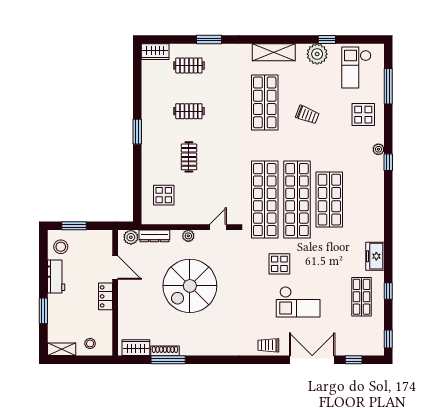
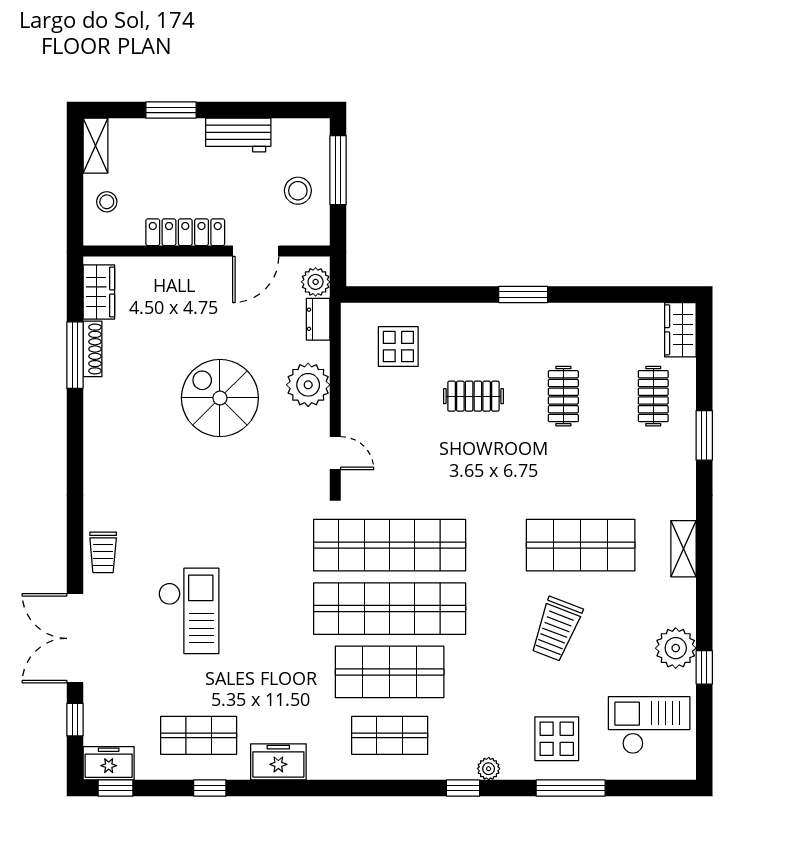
shelving: (274, 52) -> (683, 549), width x0.67, depth x0.75
window: (388, 86) -> (571, 788), moved
trolley: (307, 115) -> (556, 629), width x1.36, depth x1.39
shop shelf: (362, 200) -> (390, 735), added
window: (74, 226) -> (338, 170), width x1.44
dresser: (154, 236) -> (318, 319), width x0.70
plant: (188, 236) -> (308, 385), width x1.88, depth x1.88
stool: (61, 247) -> (298, 191), moved
display table: (279, 264) -> (263, 574), removed
spiral stairs: (190, 286) -> (220, 398), width x0.73, depth x0.73
locker: (106, 296) -> (185, 232), width x1.53
checkout: (298, 302) -> (189, 611), turned 180
freezer: (376, 343) -> (109, 763), added
trolley: (268, 345) -> (103, 552), turned 180
double door: (312, 360) -> (75, 638), swing flipped

